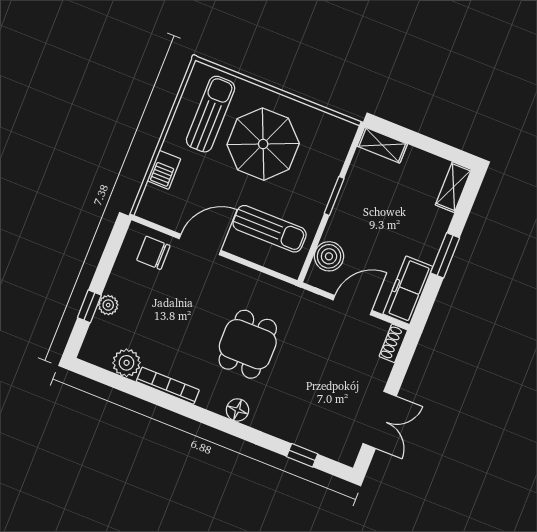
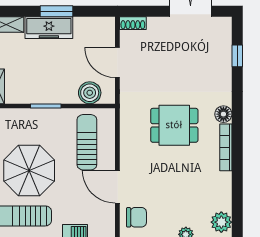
chair: (153, 253) -> (136, 217), turned -90
freezer: (408, 290) -> (49, 28), moved
plant: (127, 363) -> (221, 222), moved
bookcase: (168, 386) -> (226, 147), moved

